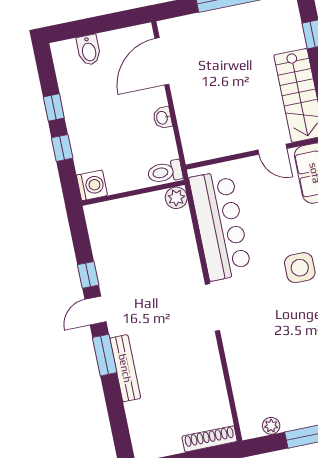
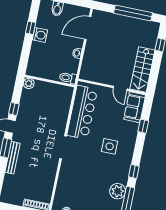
window: (62, 148) -> (27, 47), removed
washing machine: (92, 185) -> (40, 35), moved
plant: (176, 198) -> (29, 83), moved

